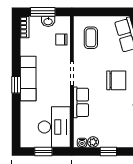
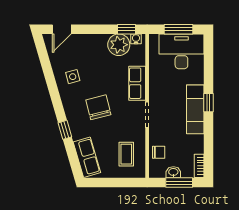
chair: (116, 80) -> (98, 107), turned 76
desk: (54, 127) -> (181, 51), moved, turned 90
plant: (93, 142) -> (119, 45), width x1.88, depth x1.88
window: (43, 151) -> (178, 29), width x1.50
window: (108, 151) -> (127, 29), moved

